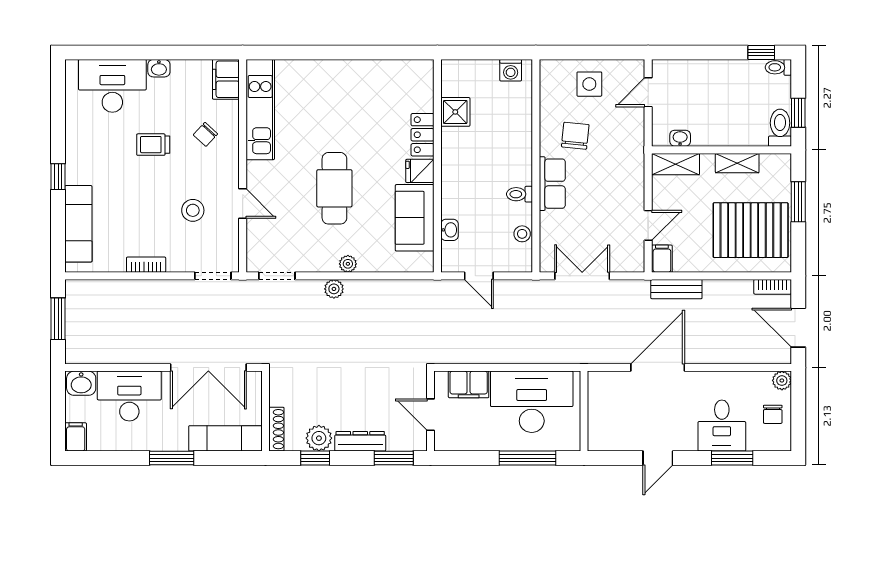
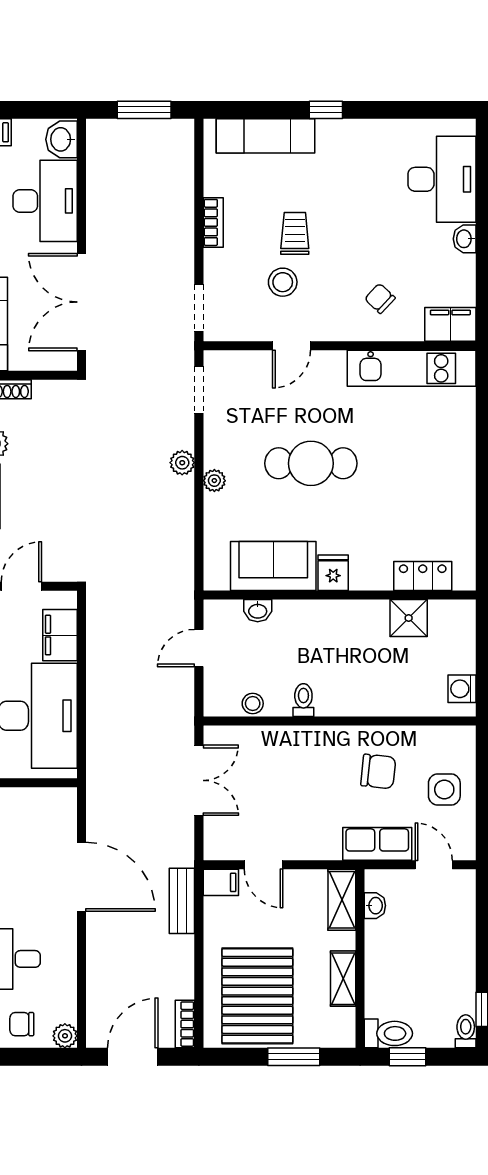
locker: (423, 135) -> (423, 576), moved
trolley: (153, 145) -> (295, 233), moved
row of seats: (552, 184) -> (377, 844), moved, turned 180

